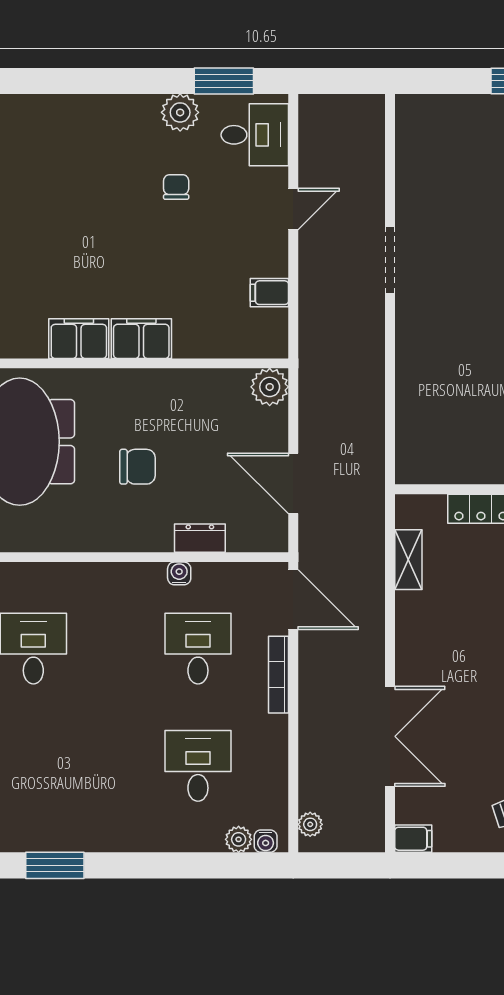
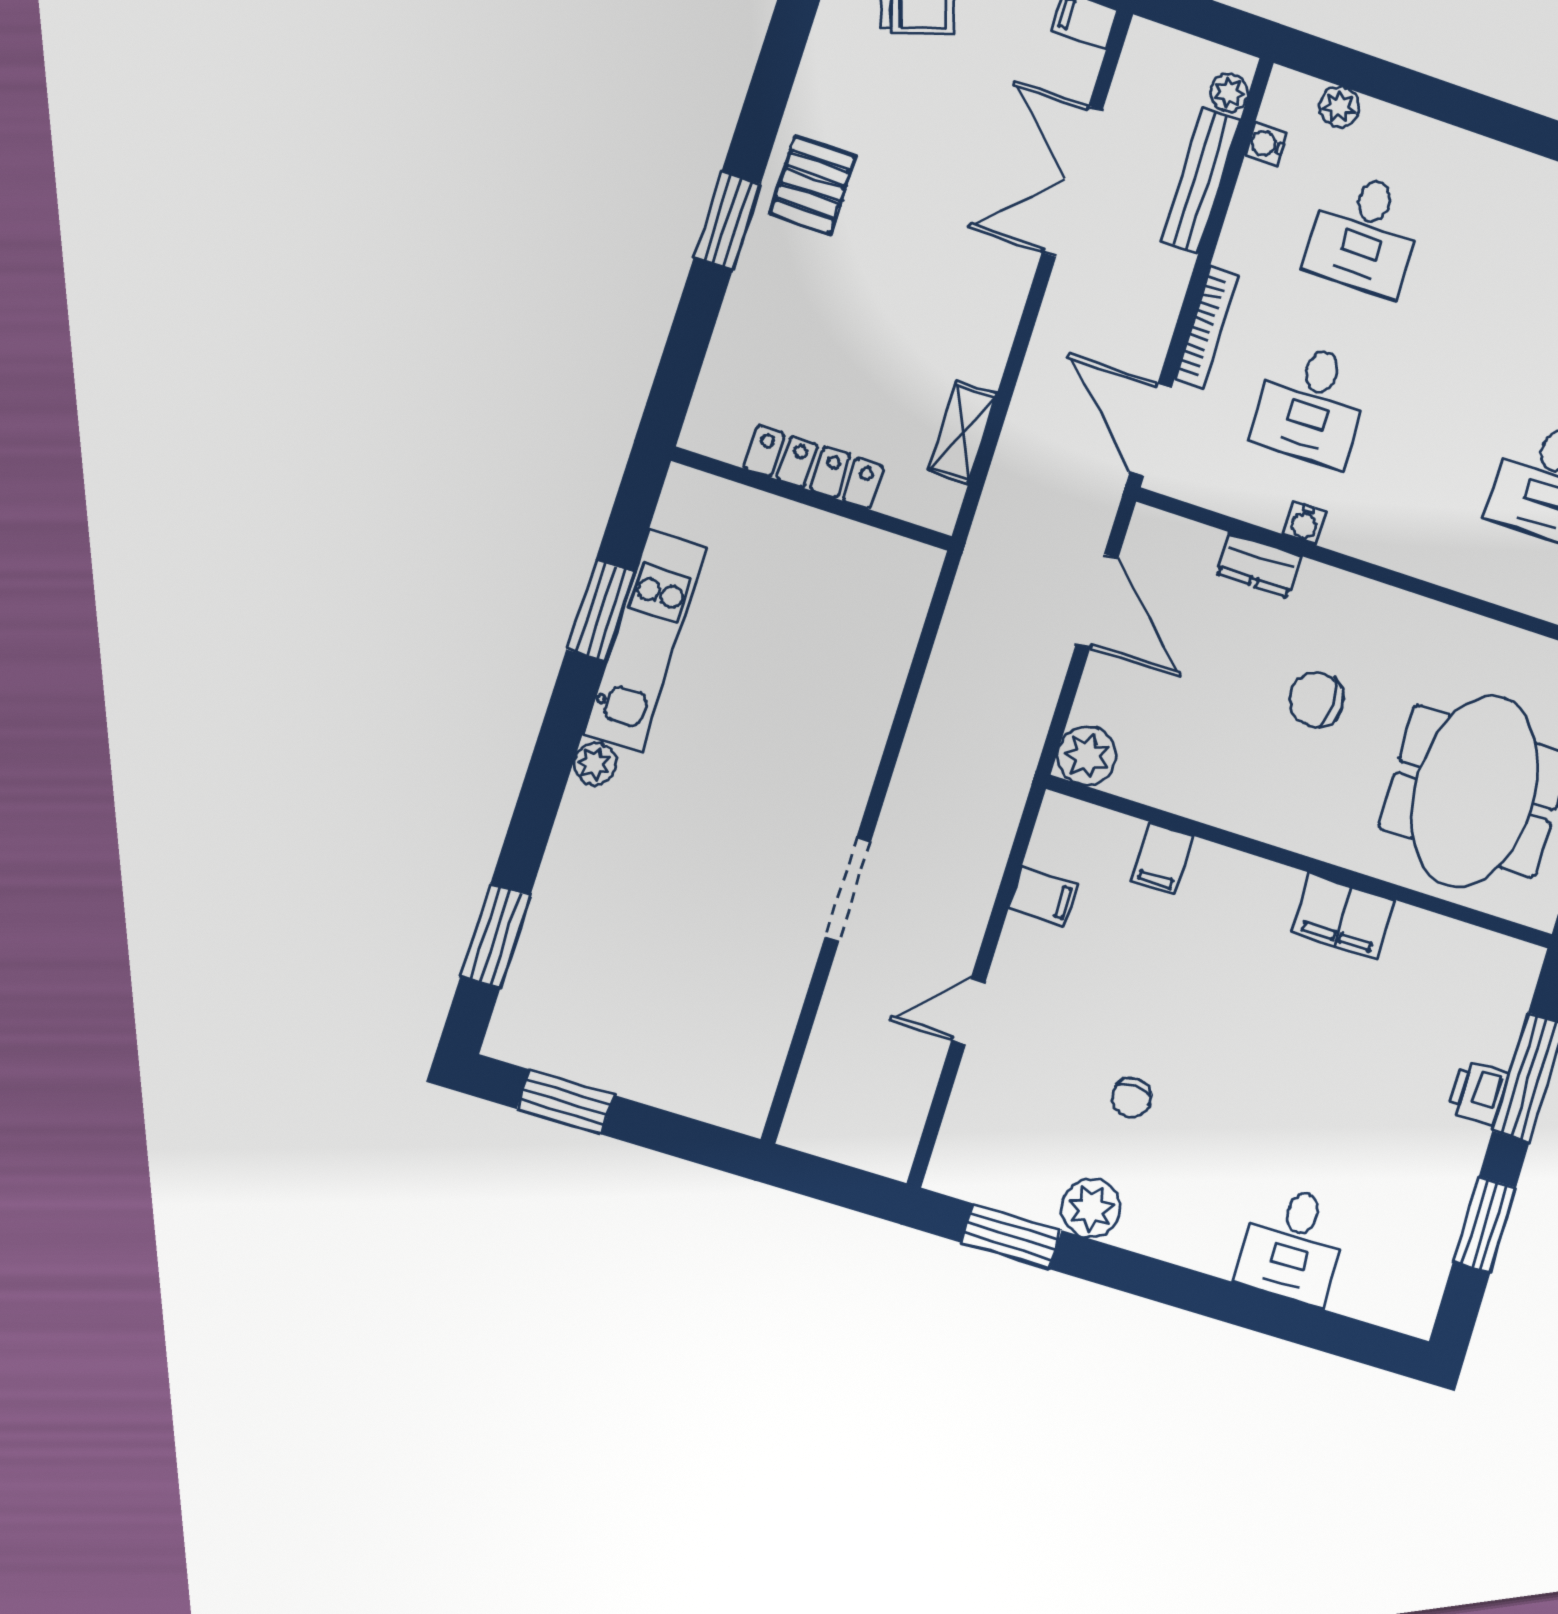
desk: (255, 135) -> (1293, 1245), moved, turned -90
filing cabinet: (141, 339) -> (1162, 859), moved, width x0.50
bench: (311, 764) -> (1201, 180), added
water cooler: (266, 841) -> (1266, 144), moved, turned -90

